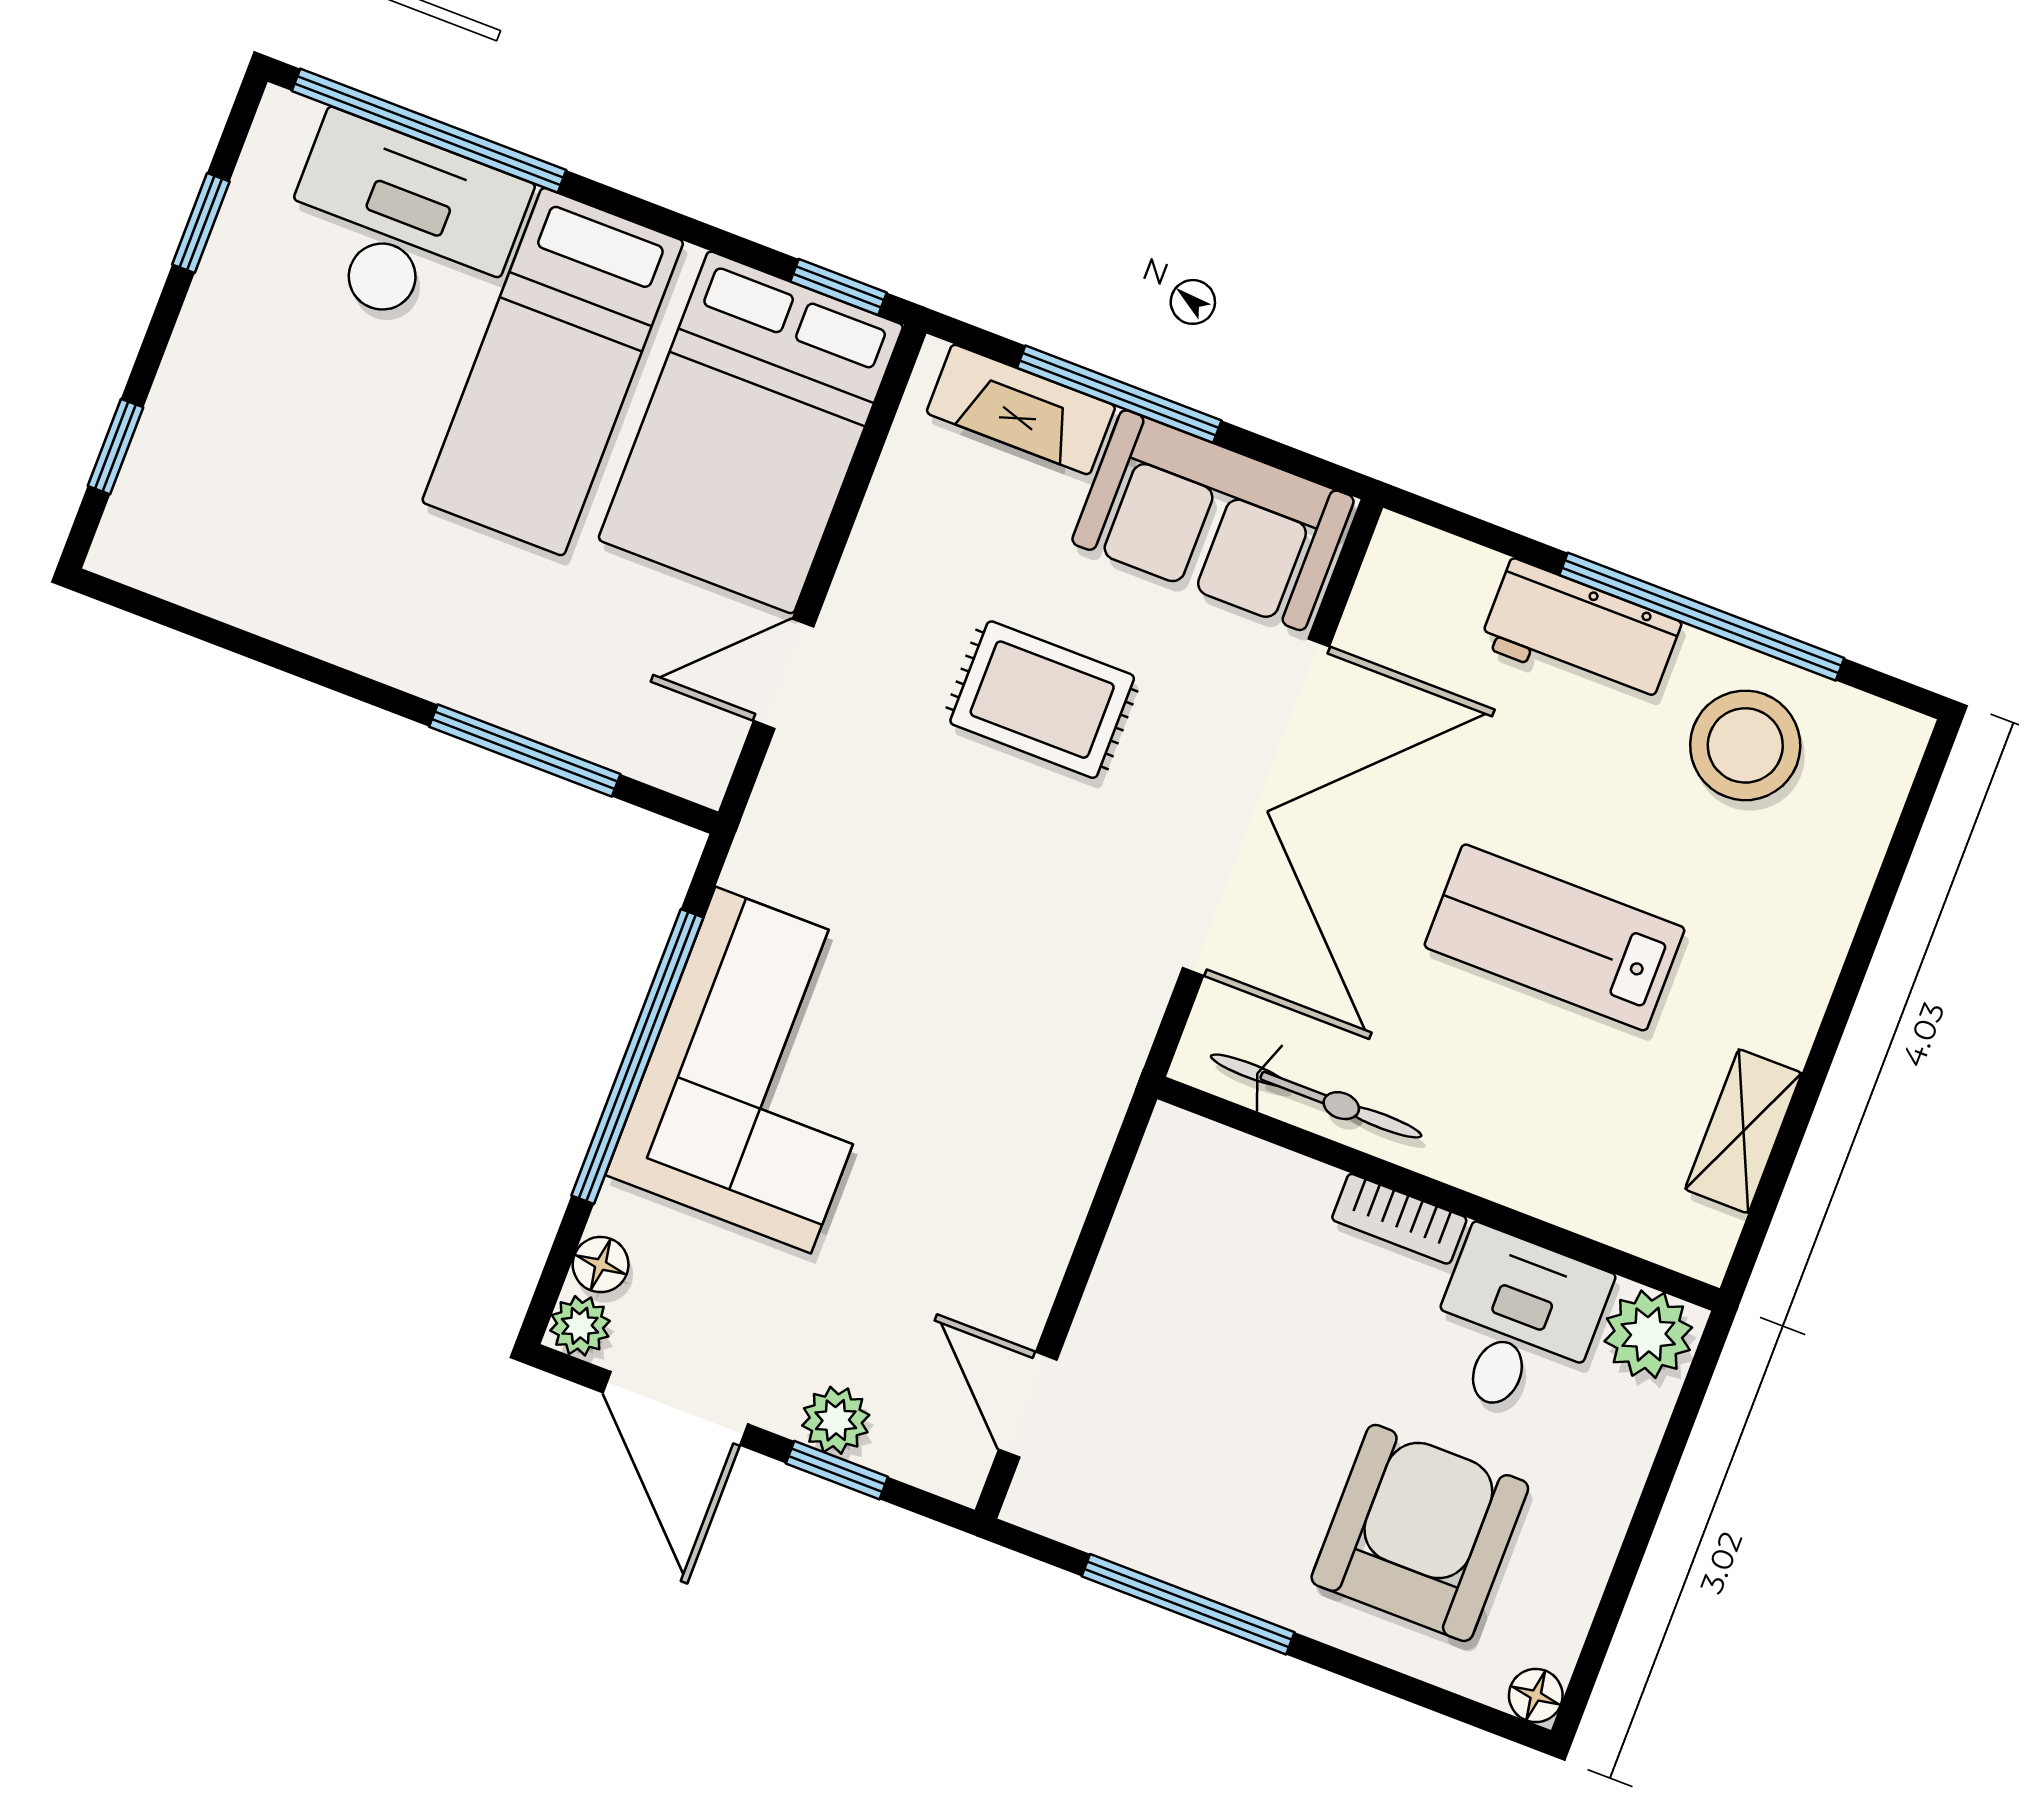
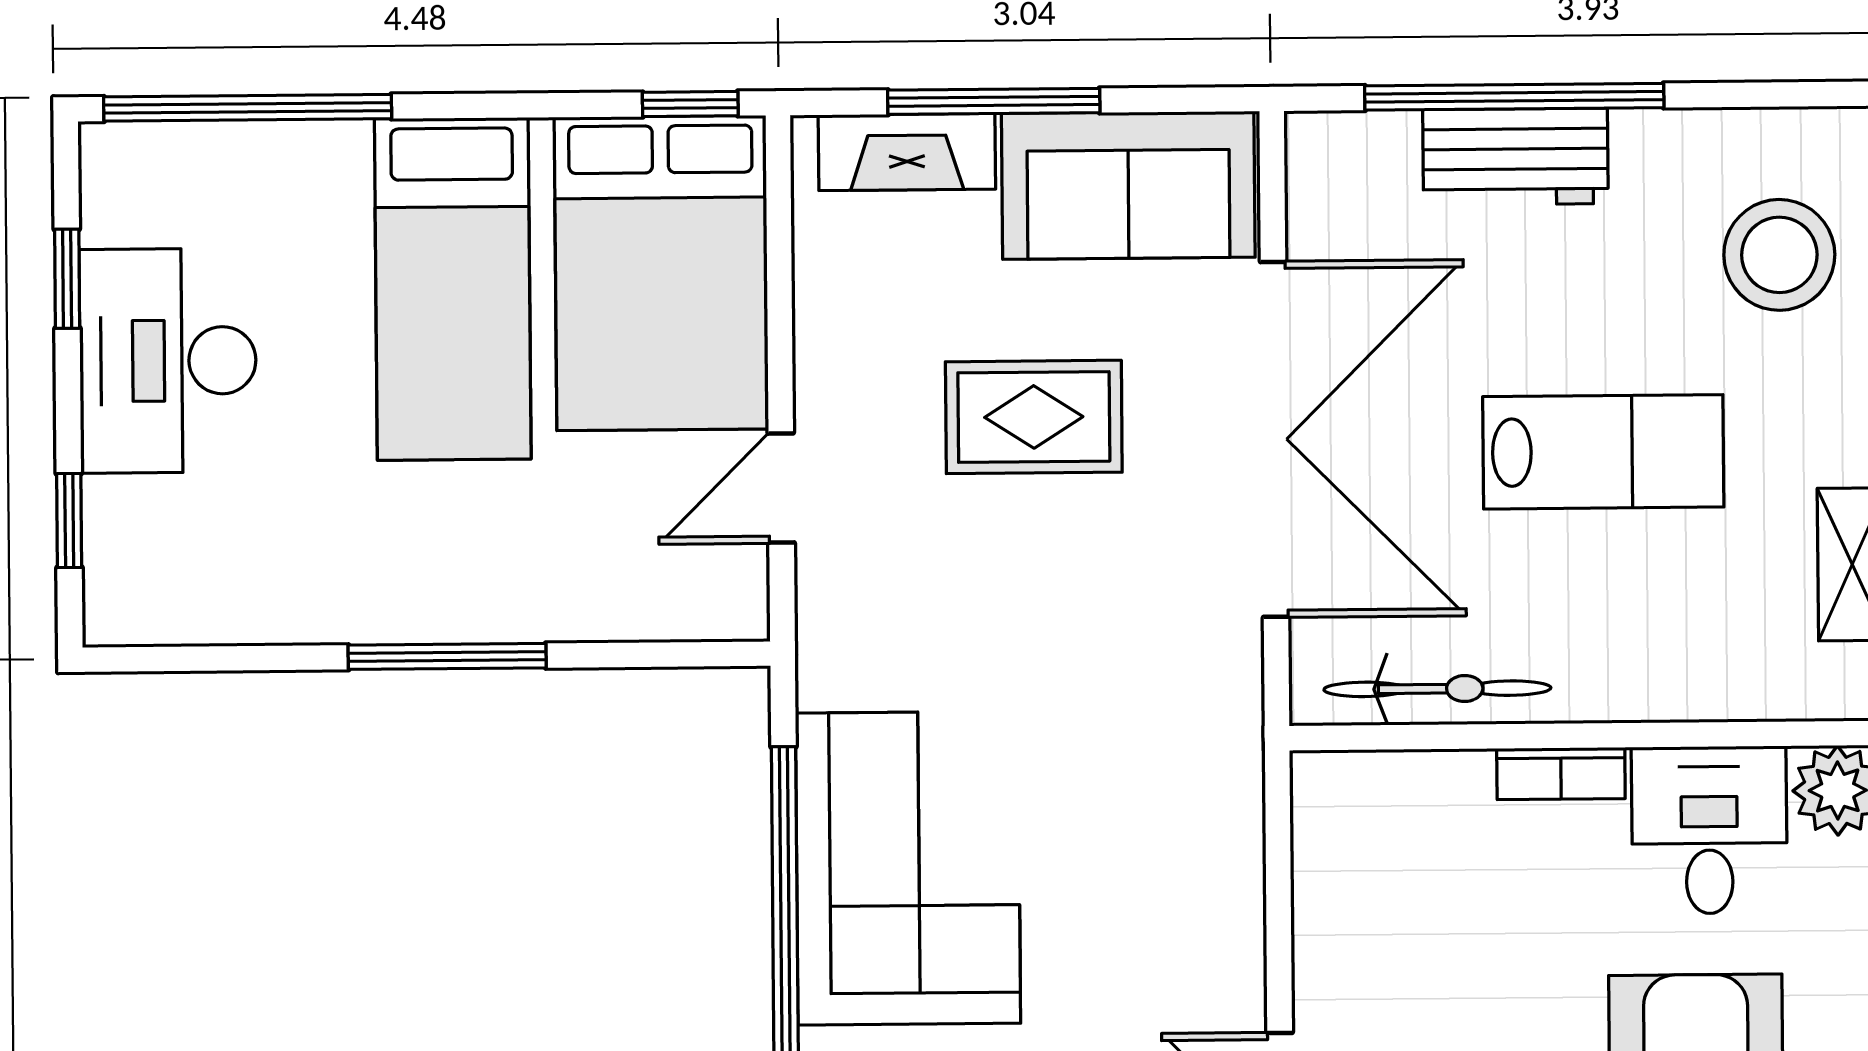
desk: (401, 226) -> (168, 361), moved, turned -90
window: (1702, 617) -> (1514, 97), moved
stool: (1745, 745) -> (1779, 255), moved
window: (525, 750) -> (447, 656), moved
lab bench: (1555, 937) -> (1603, 452), turned 180

